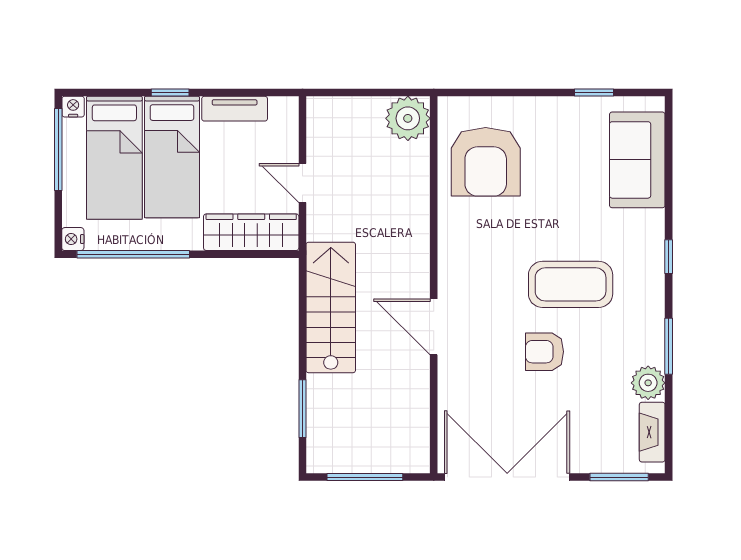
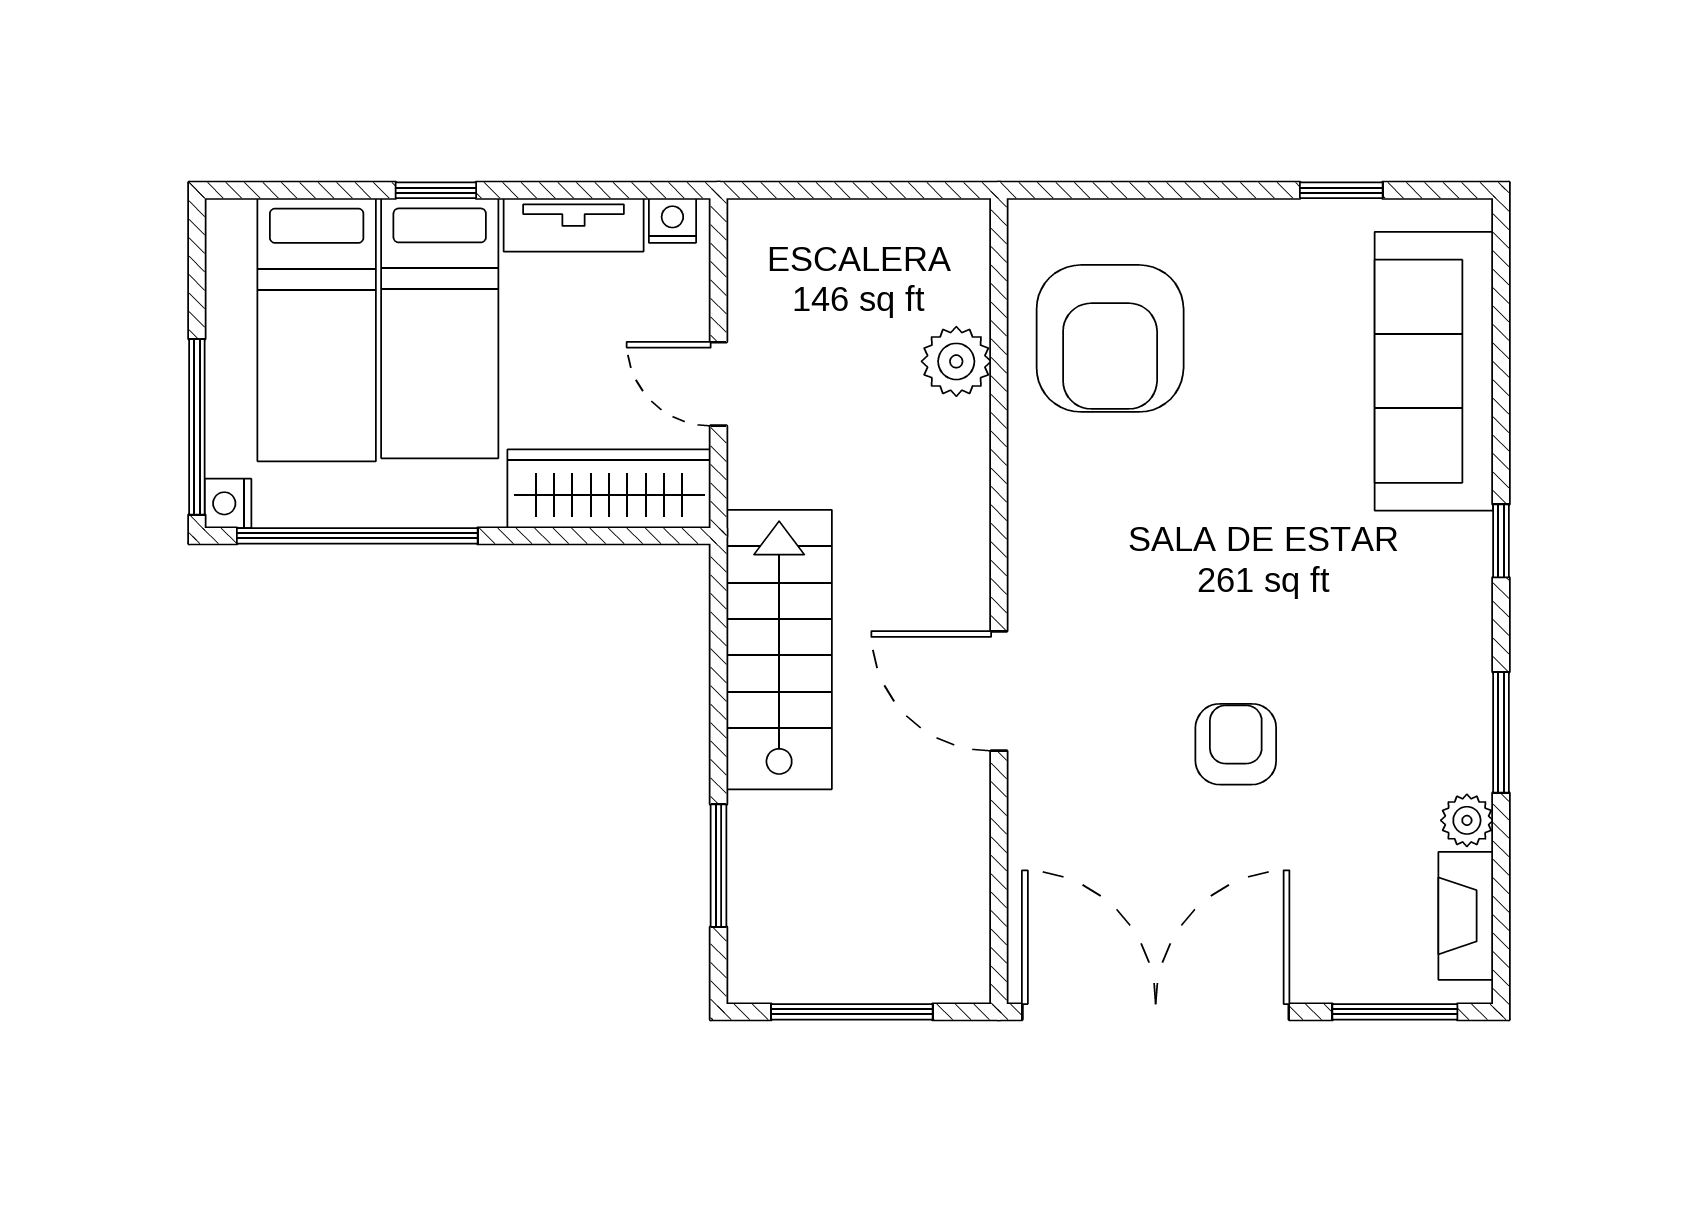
nightstand: (73, 107) -> (672, 220), moved
plant: (408, 118) -> (956, 361), moved, width x0.73, depth x0.73
window: (58, 149) -> (197, 427), moved
sofa: (637, 160) -> (1434, 371), width x1.36
coffee table: (571, 284) -> (1291, 600), removed
armchair: (545, 352) -> (1236, 744), turned 90
plant: (648, 383) -> (1467, 820), width x0.73, depth x0.73

